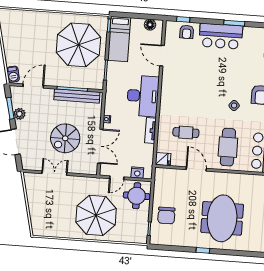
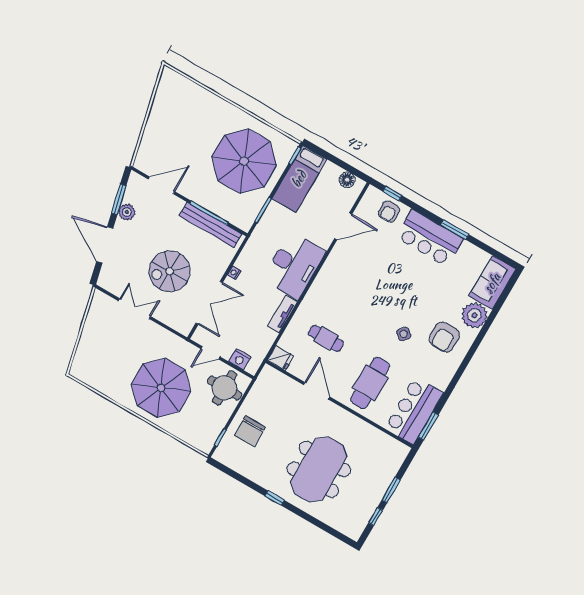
door: (162, 56) -> (343, 226), swing flipped
barbecue: (13, 74) -> (143, 158), removed

